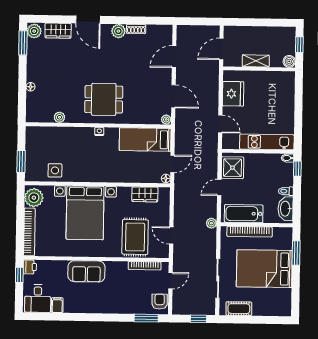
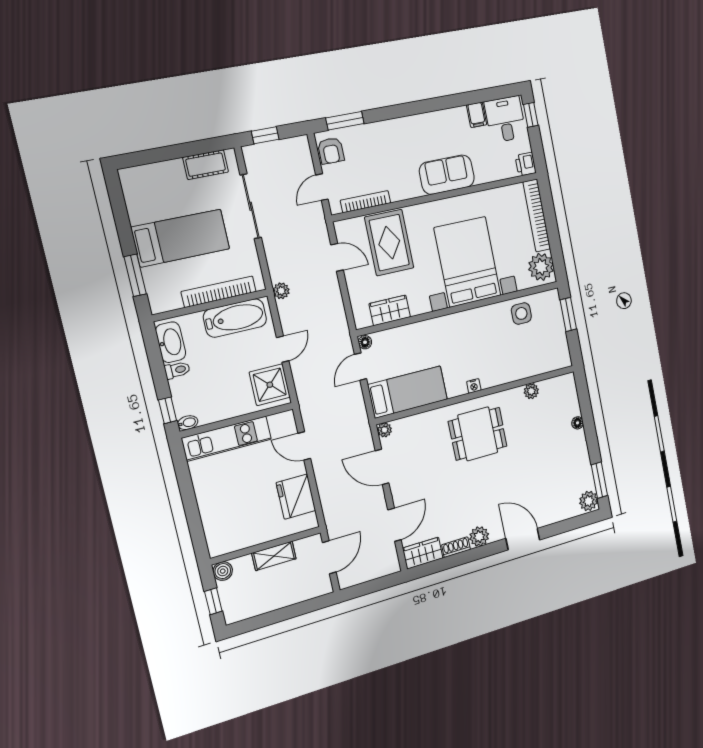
wardrobe: (58, 31) -> (423, 553), moved
bed: (264, 269) -> (181, 238), width x0.67
window: (19, 275) -> (531, 115), moved

